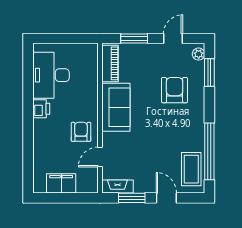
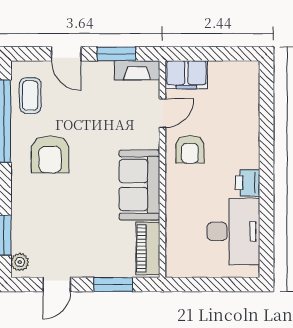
armchair: (175, 90) -> (50, 154), moved
coffee table: (191, 169) -> (30, 96), width x0.73, depth x0.77
filing cabinet: (61, 183) -> (186, 75), moved

